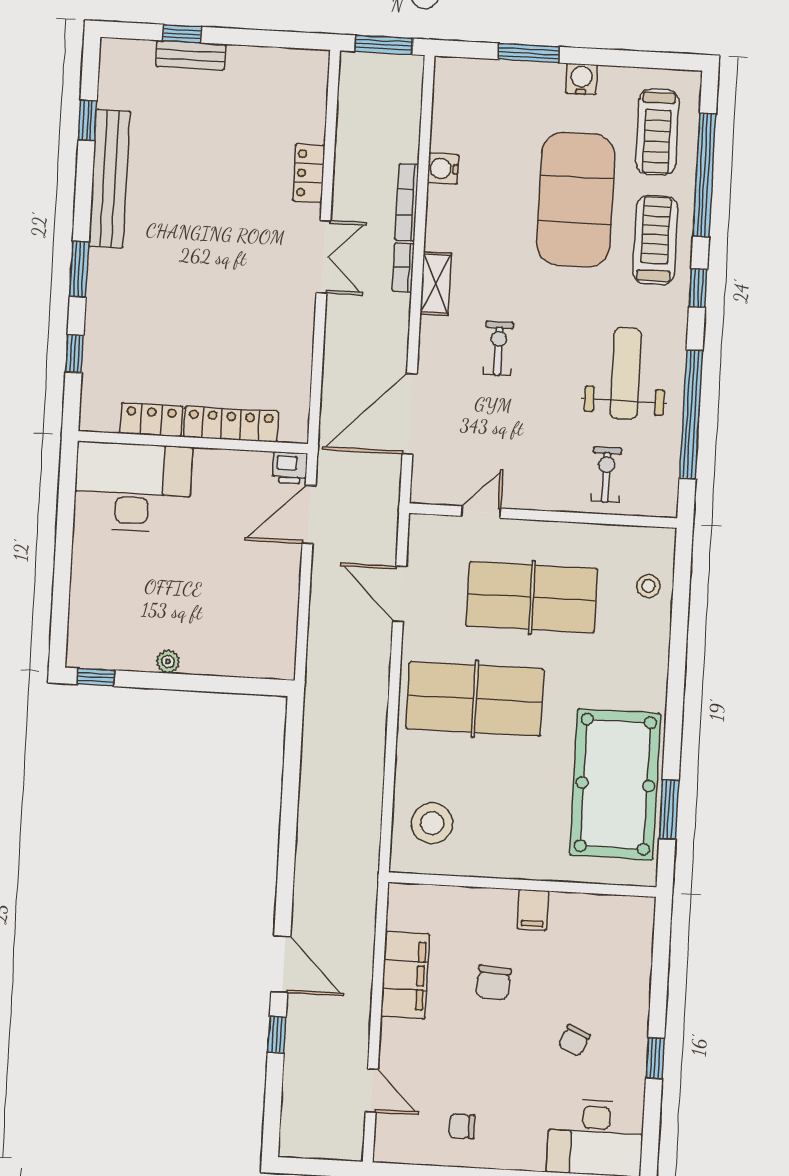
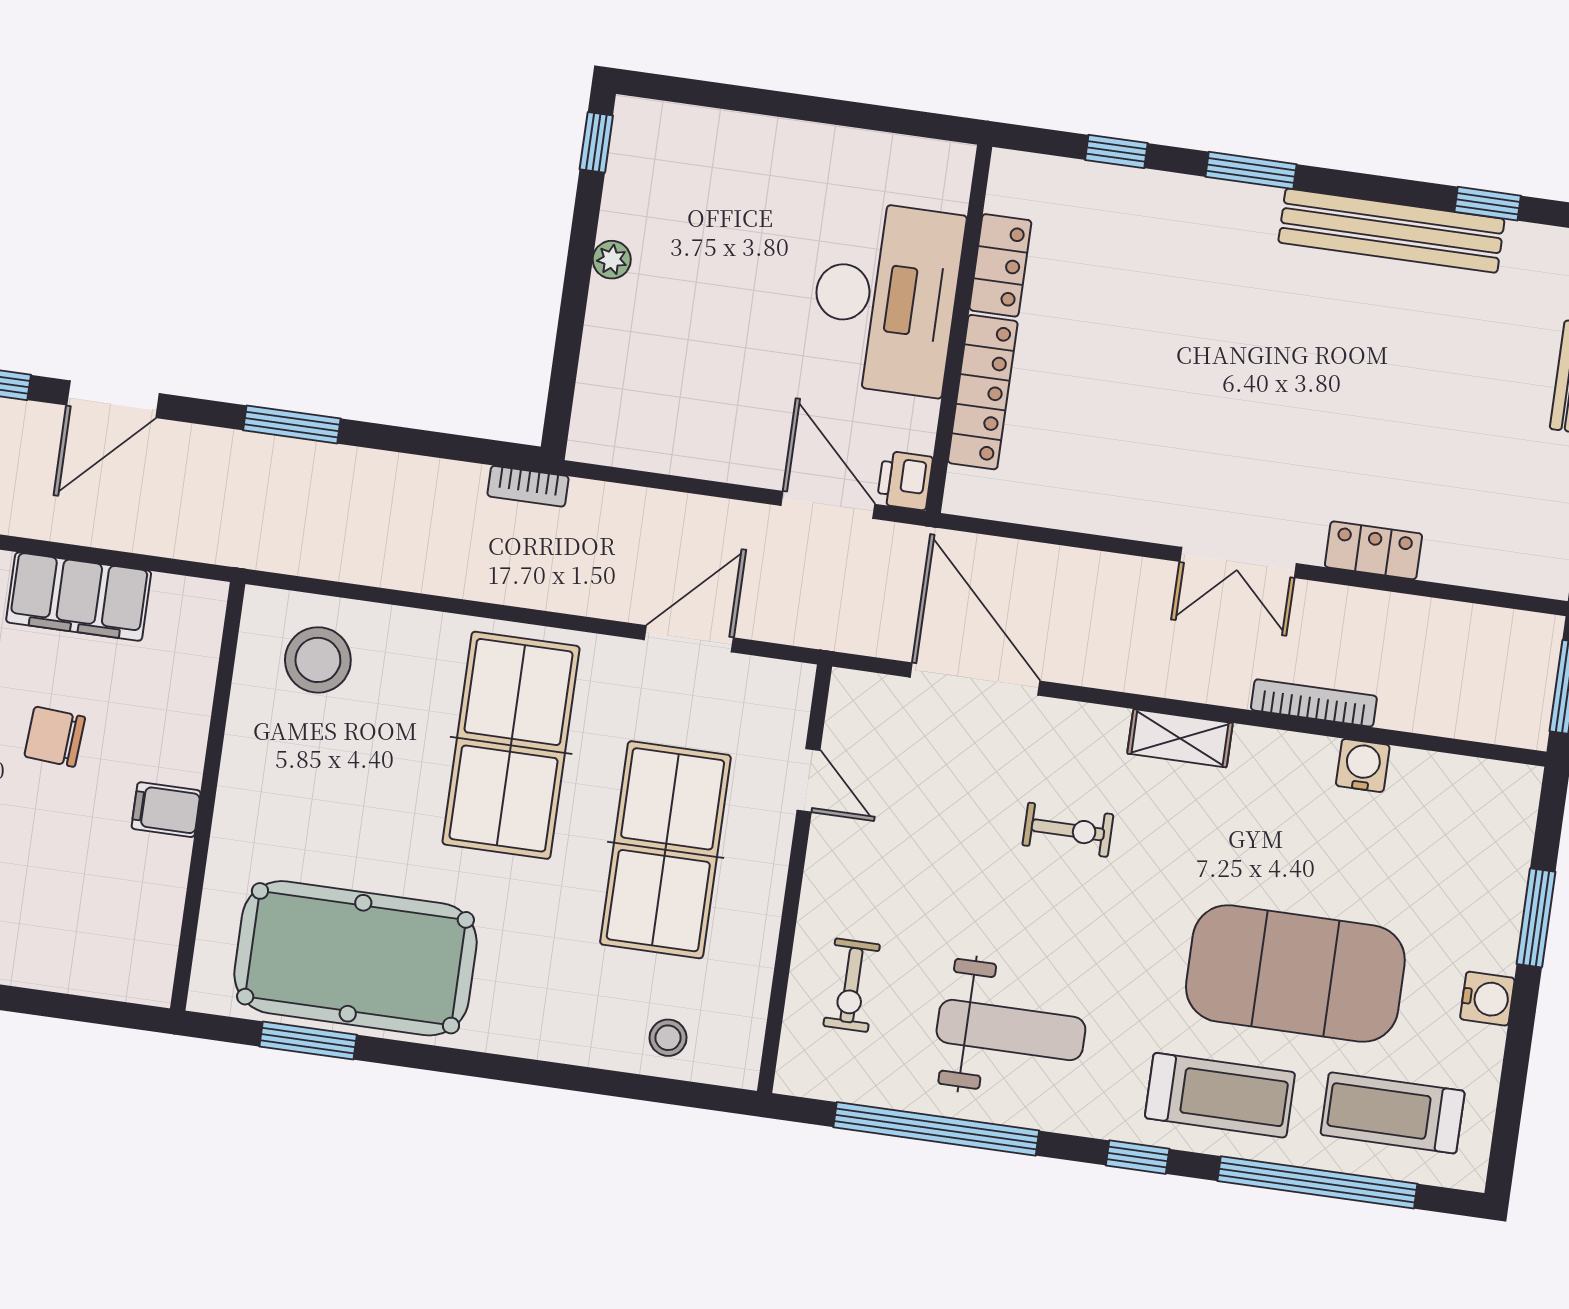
bookcase: (403, 268) -> (528, 486), moved, turned 180
exercise bike: (606, 475) -> (852, 985), turned 90
desk: (133, 487) -> (886, 298), moved
window: (287, 852) -> (292, 424), added

